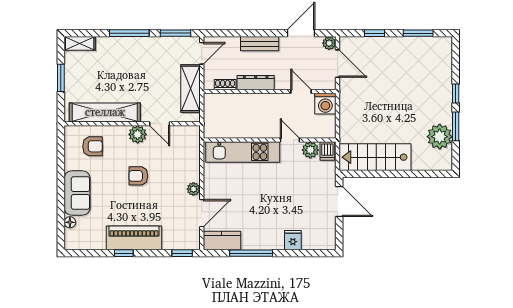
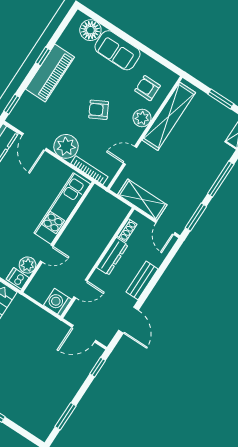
window: (374, 33) -> (98, 367), moved
plant: (329, 43) -> (105, 338), removed
plant: (138, 134) -> (142, 118), moved
armchair: (93, 146) -> (147, 88), turned 90
bookcase: (195, 150) -> (89, 170), added
armchair: (138, 176) -> (99, 110), turned -118
plant: (193, 189) -> (66, 146), width x1.87, depth x1.87
floor lamp: (70, 222) -> (90, 30), width x1.89, depth x1.89

